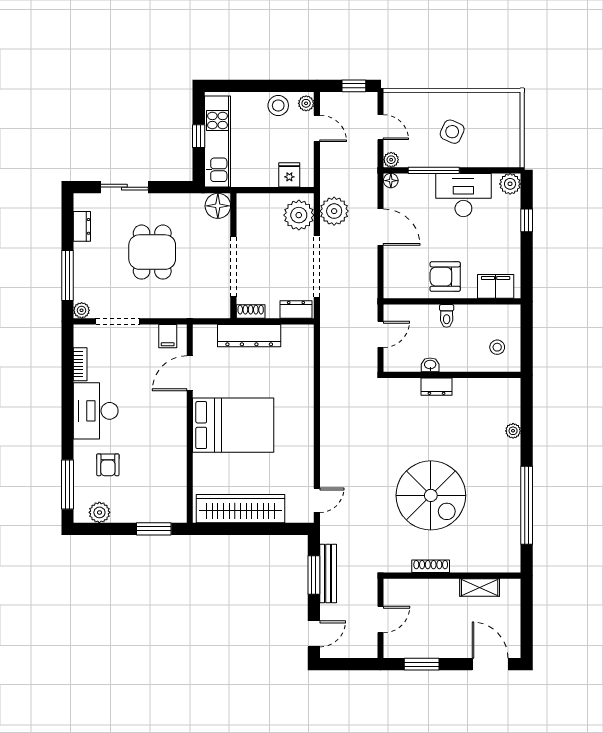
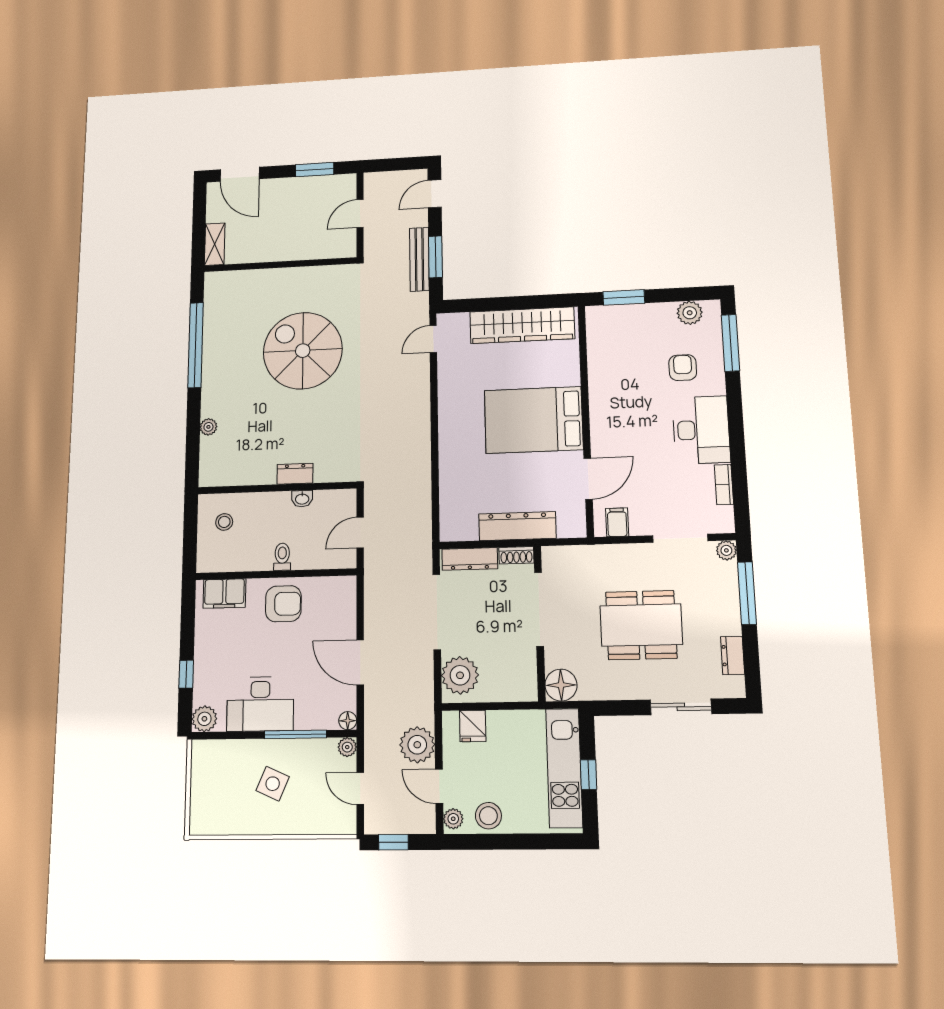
plant: (334, 211) -> (417, 745), moved
dining table: (152, 252) -> (641, 625), width x1.38
dresser: (296, 309) -> (470, 559), width x1.44
shoe rack: (431, 566) -> (304, 273), removed
shelving: (480, 588) -> (215, 244), moved, turned 90

